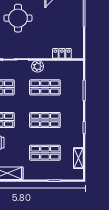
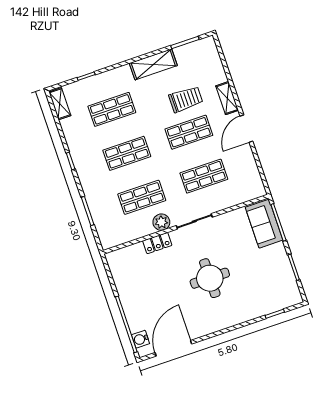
locker: (62, 53) -> (157, 243), moved
shelving: (78, 158) -> (60, 104), moved

